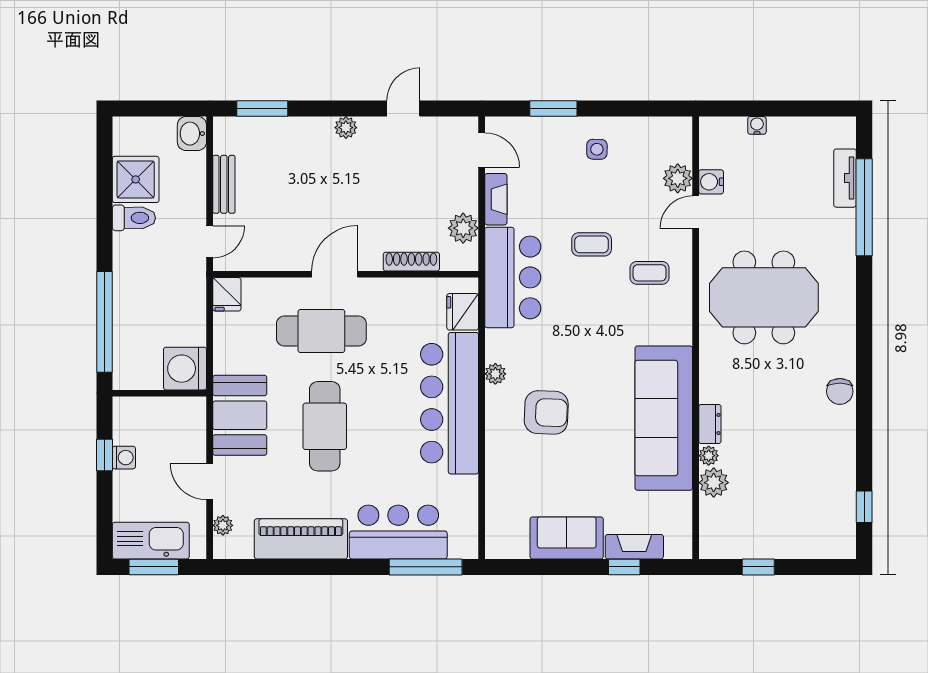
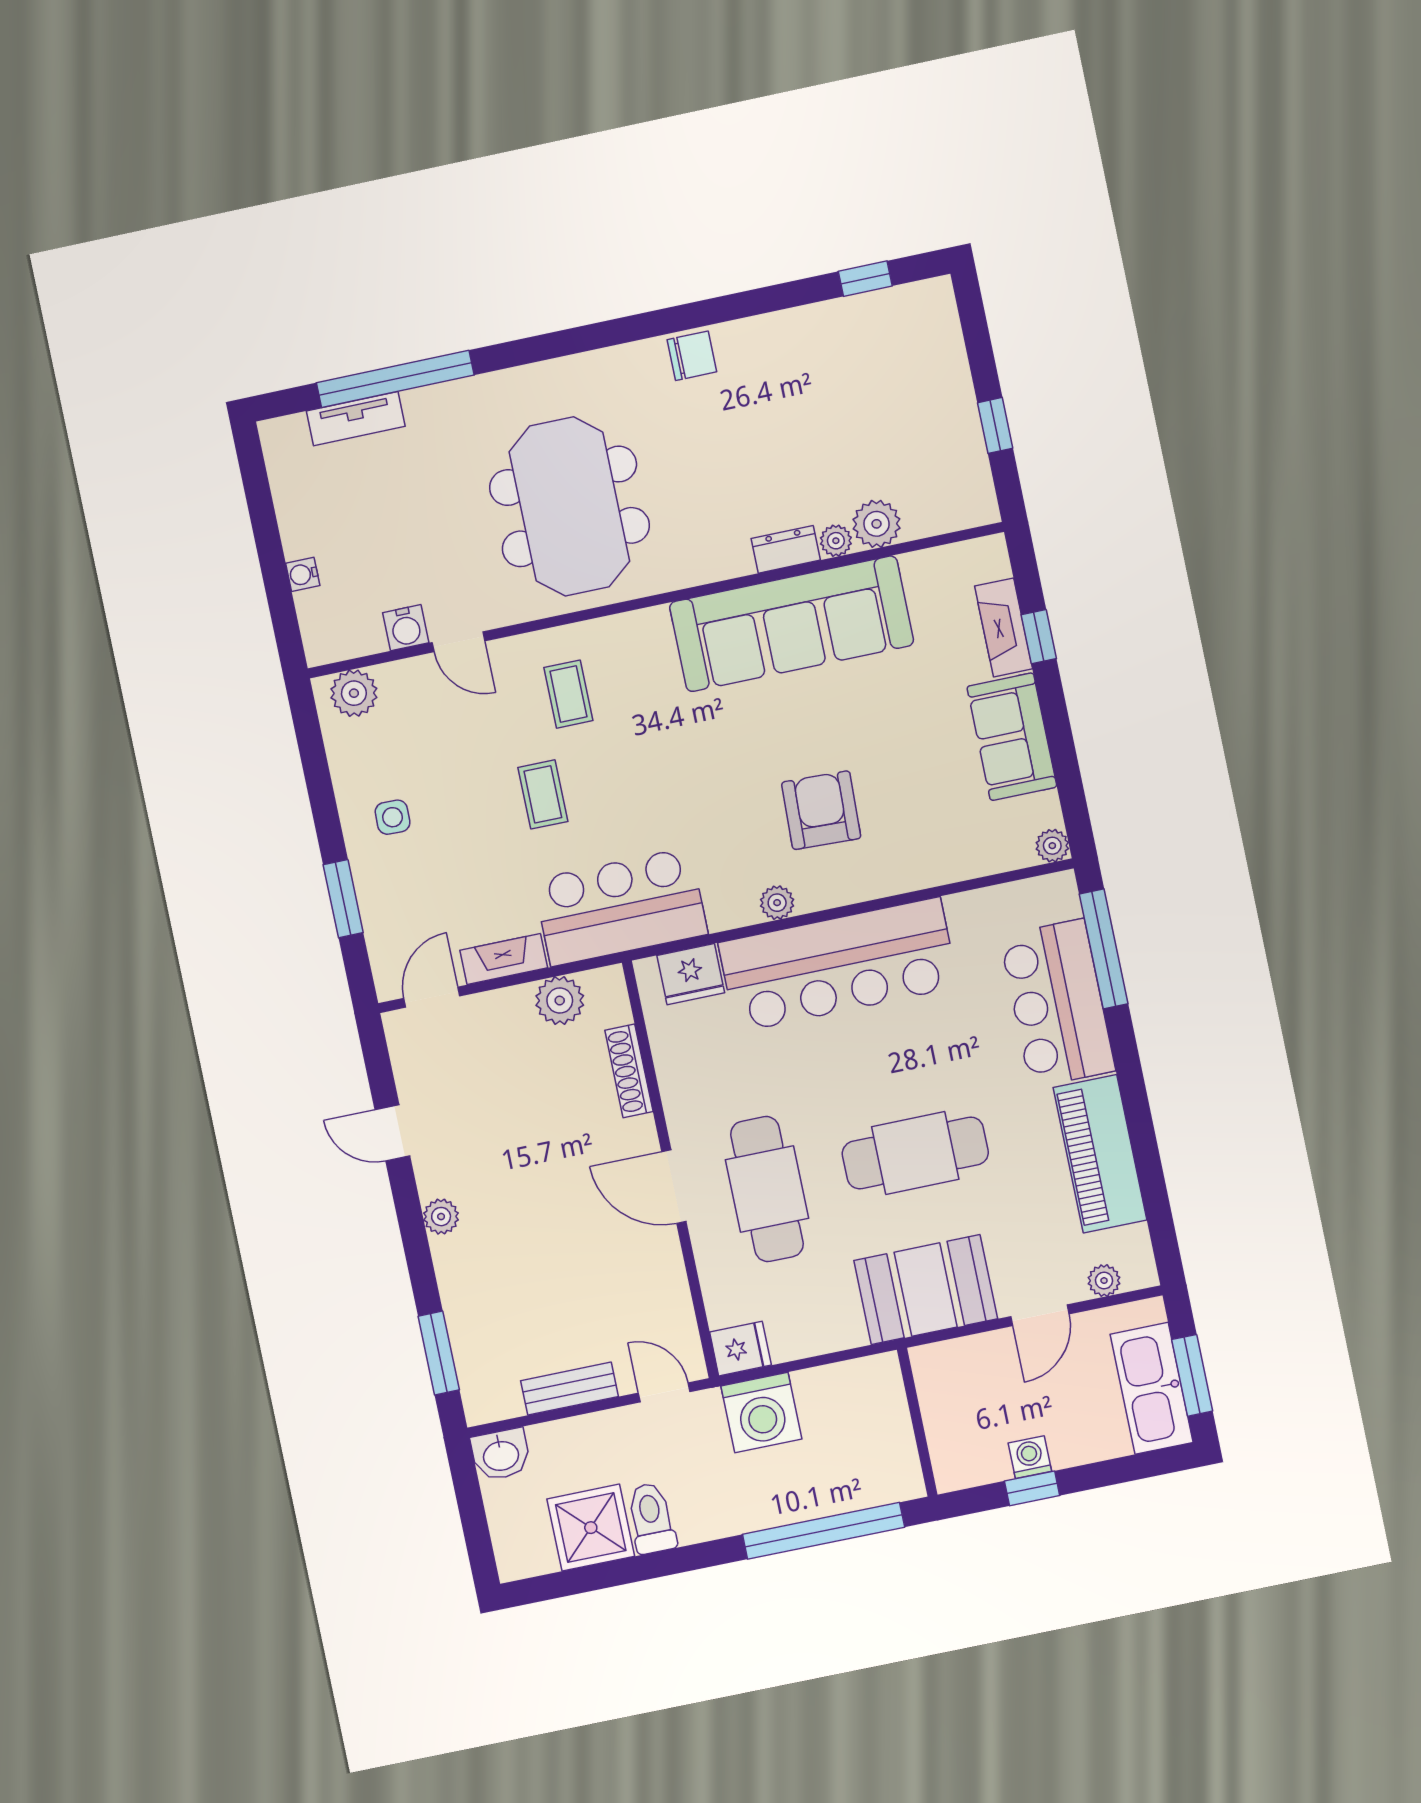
plant: (678, 178) -> (354, 693), moved
washing machine: (185, 369) -> (761, 1413), moved
plant: (495, 549) -> (1052, 846), added

